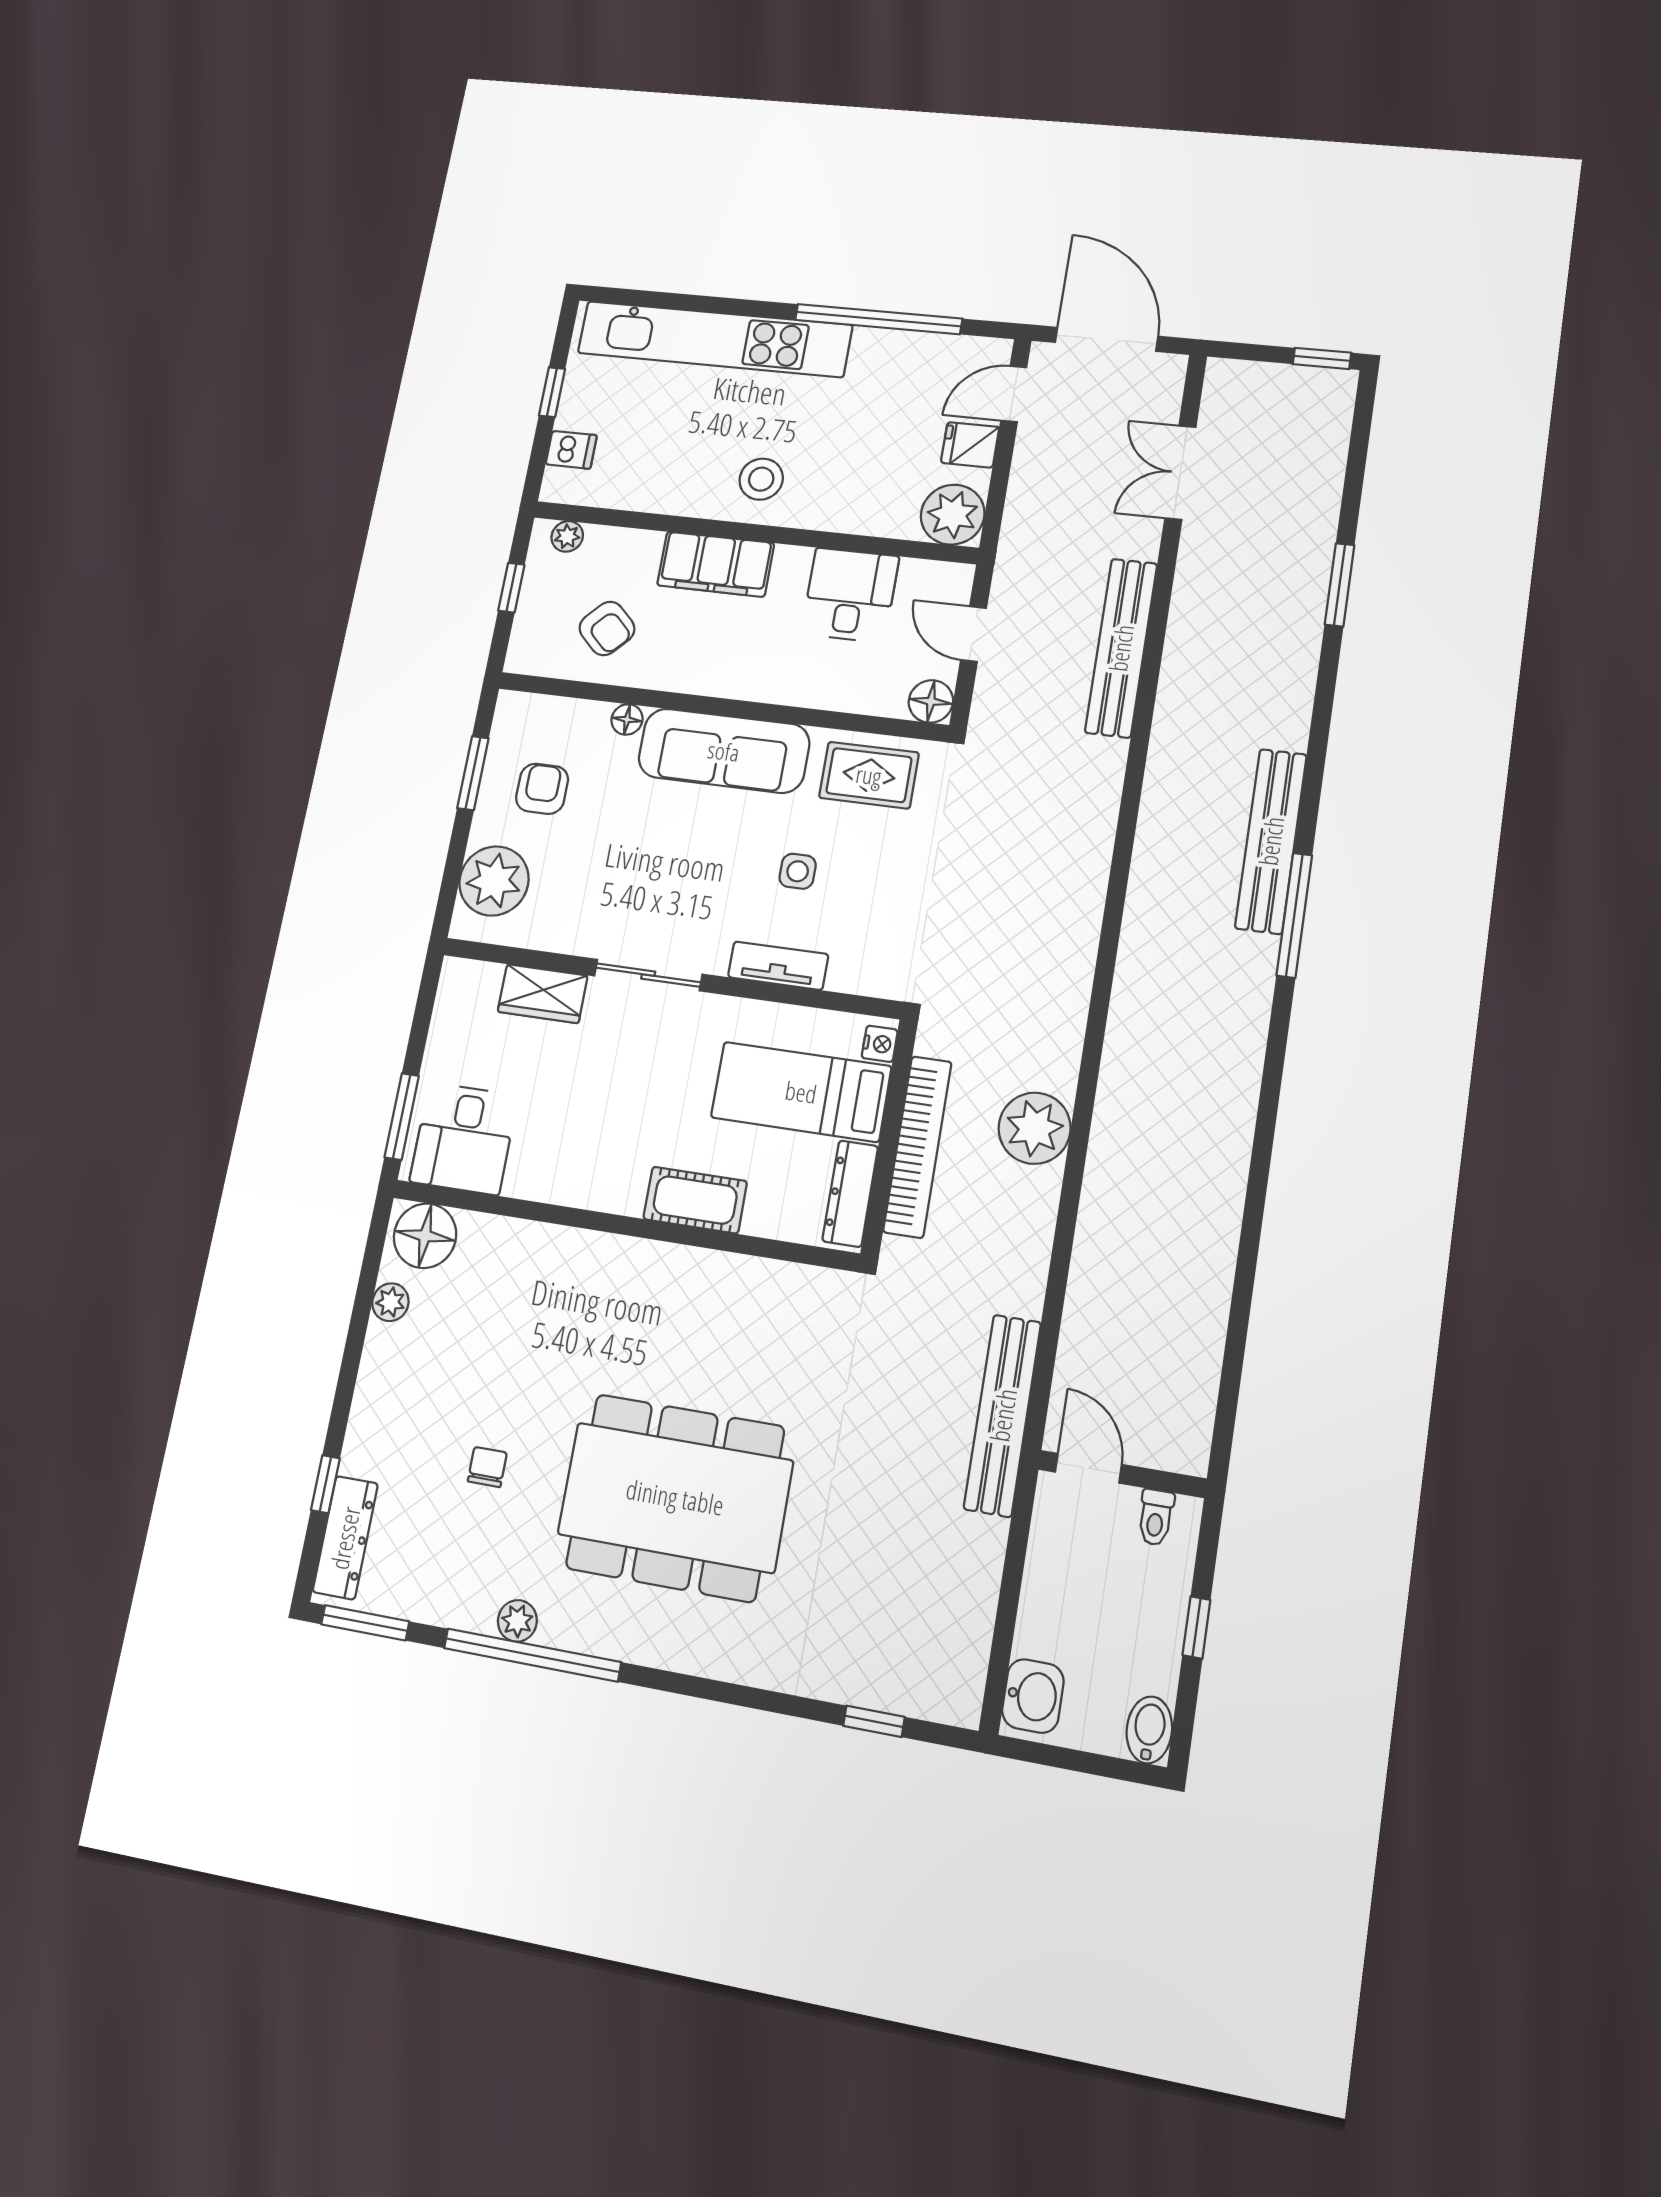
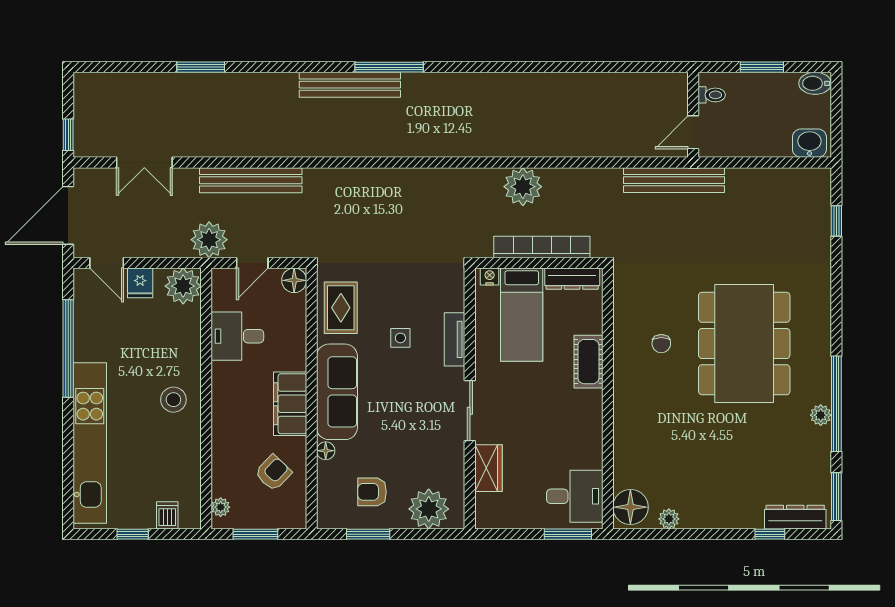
window: (1322, 358) -> (68, 135), moved
filing cabinet: (716, 564) -> (290, 404), moved, turned 180
plant: (1026, 566) -> (209, 240), added
window: (511, 588) -> (255, 534), width x1.50
chair: (487, 1467) -> (661, 344), moved, turned -90
window: (1196, 1628) -> (762, 67), width x1.50

